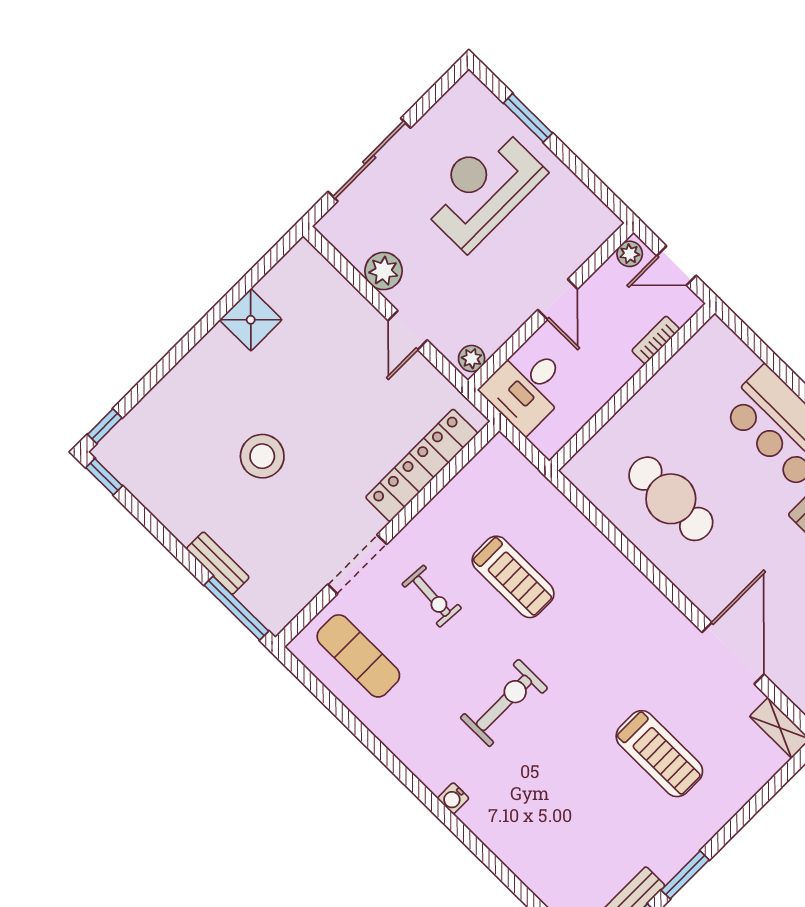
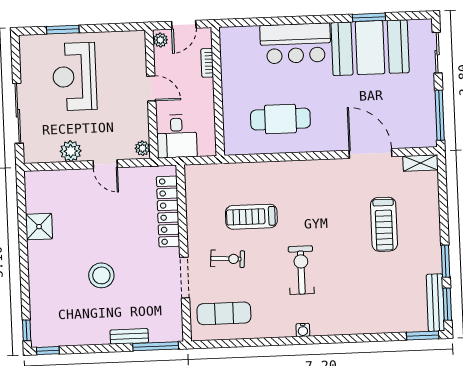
treadmill: (513, 577) -> (251, 217), turned 180
treadmill: (659, 754) -> (384, 224), turned 90
water cooler: (453, 798) -> (303, 330), moved

